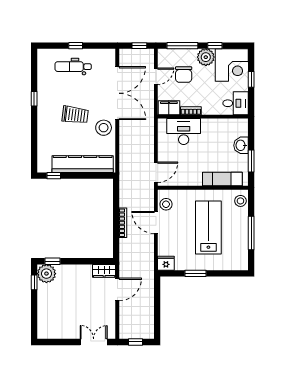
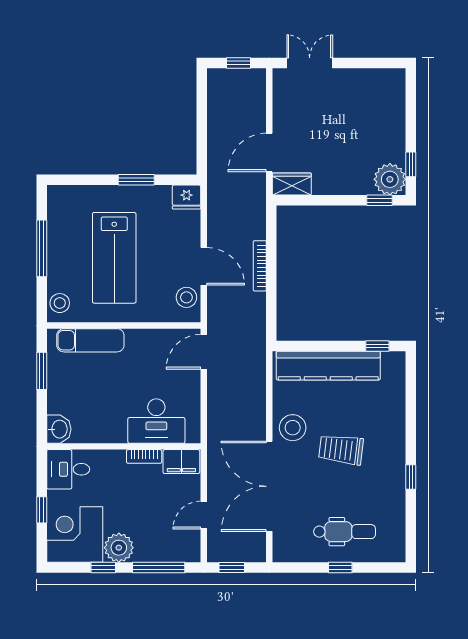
chair: (184, 74) -> (156, 518), removed
washbasin: (241, 145) -> (59, 429), moved
double door: (94, 342) -> (310, 63), swing flipped

